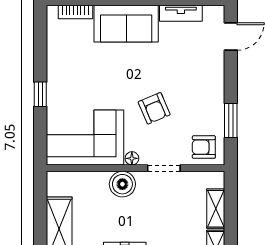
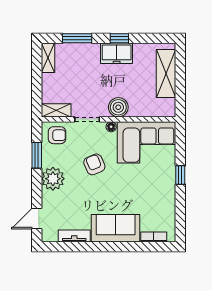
plant: (209, 89) -> (53, 179), added
shelving: (216, 209) -> (56, 110), moved, turned 90

